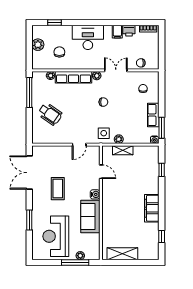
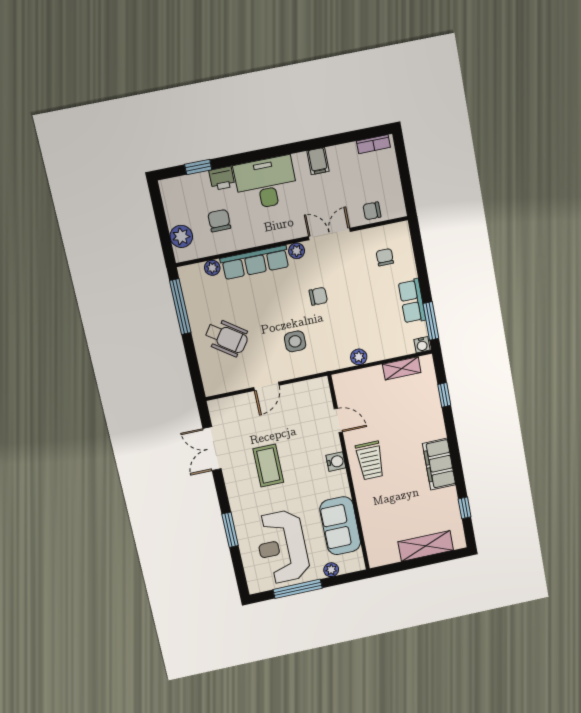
printer: (129, 31) -> (222, 178), moved
plant: (38, 45) -> (181, 236), moved
side table: (104, 133) -> (295, 341), moved
door: (79, 145) -> (266, 386), moved
shelving: (123, 150) -> (402, 368), moved
double door: (29, 173) -> (212, 449), width x0.73
trolley: (114, 198) -> (370, 460), added
sofa: (90, 216) -> (340, 526), moved
shelving: (122, 254) -> (426, 546), moved
window: (75, 263) -> (298, 589), moved

